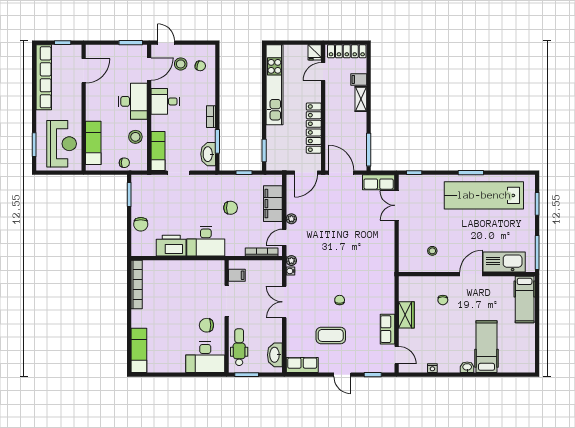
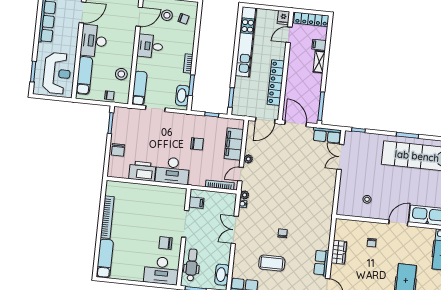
desk: (133, 101) -> (94, 41), moved, turned 180
bookcase: (137, 284) -> (107, 217), moved

